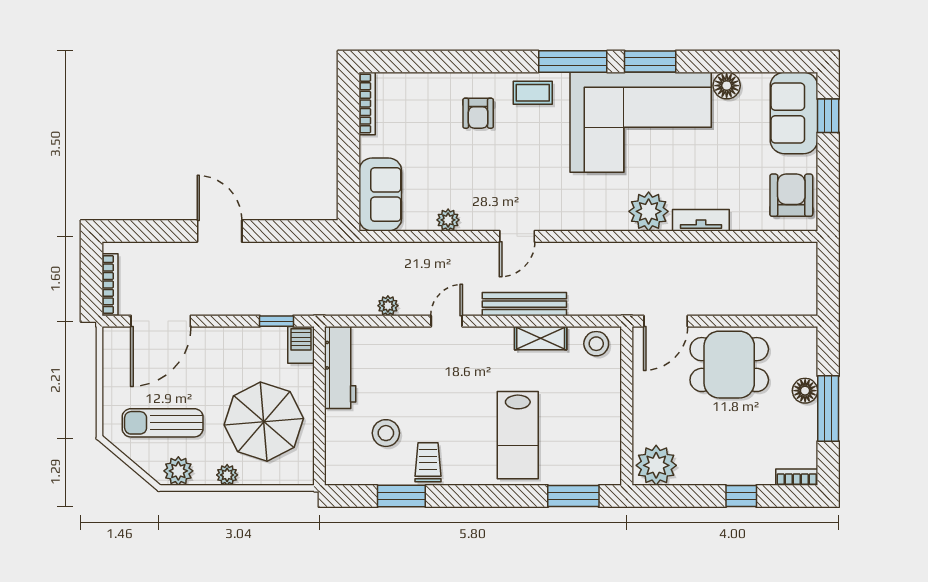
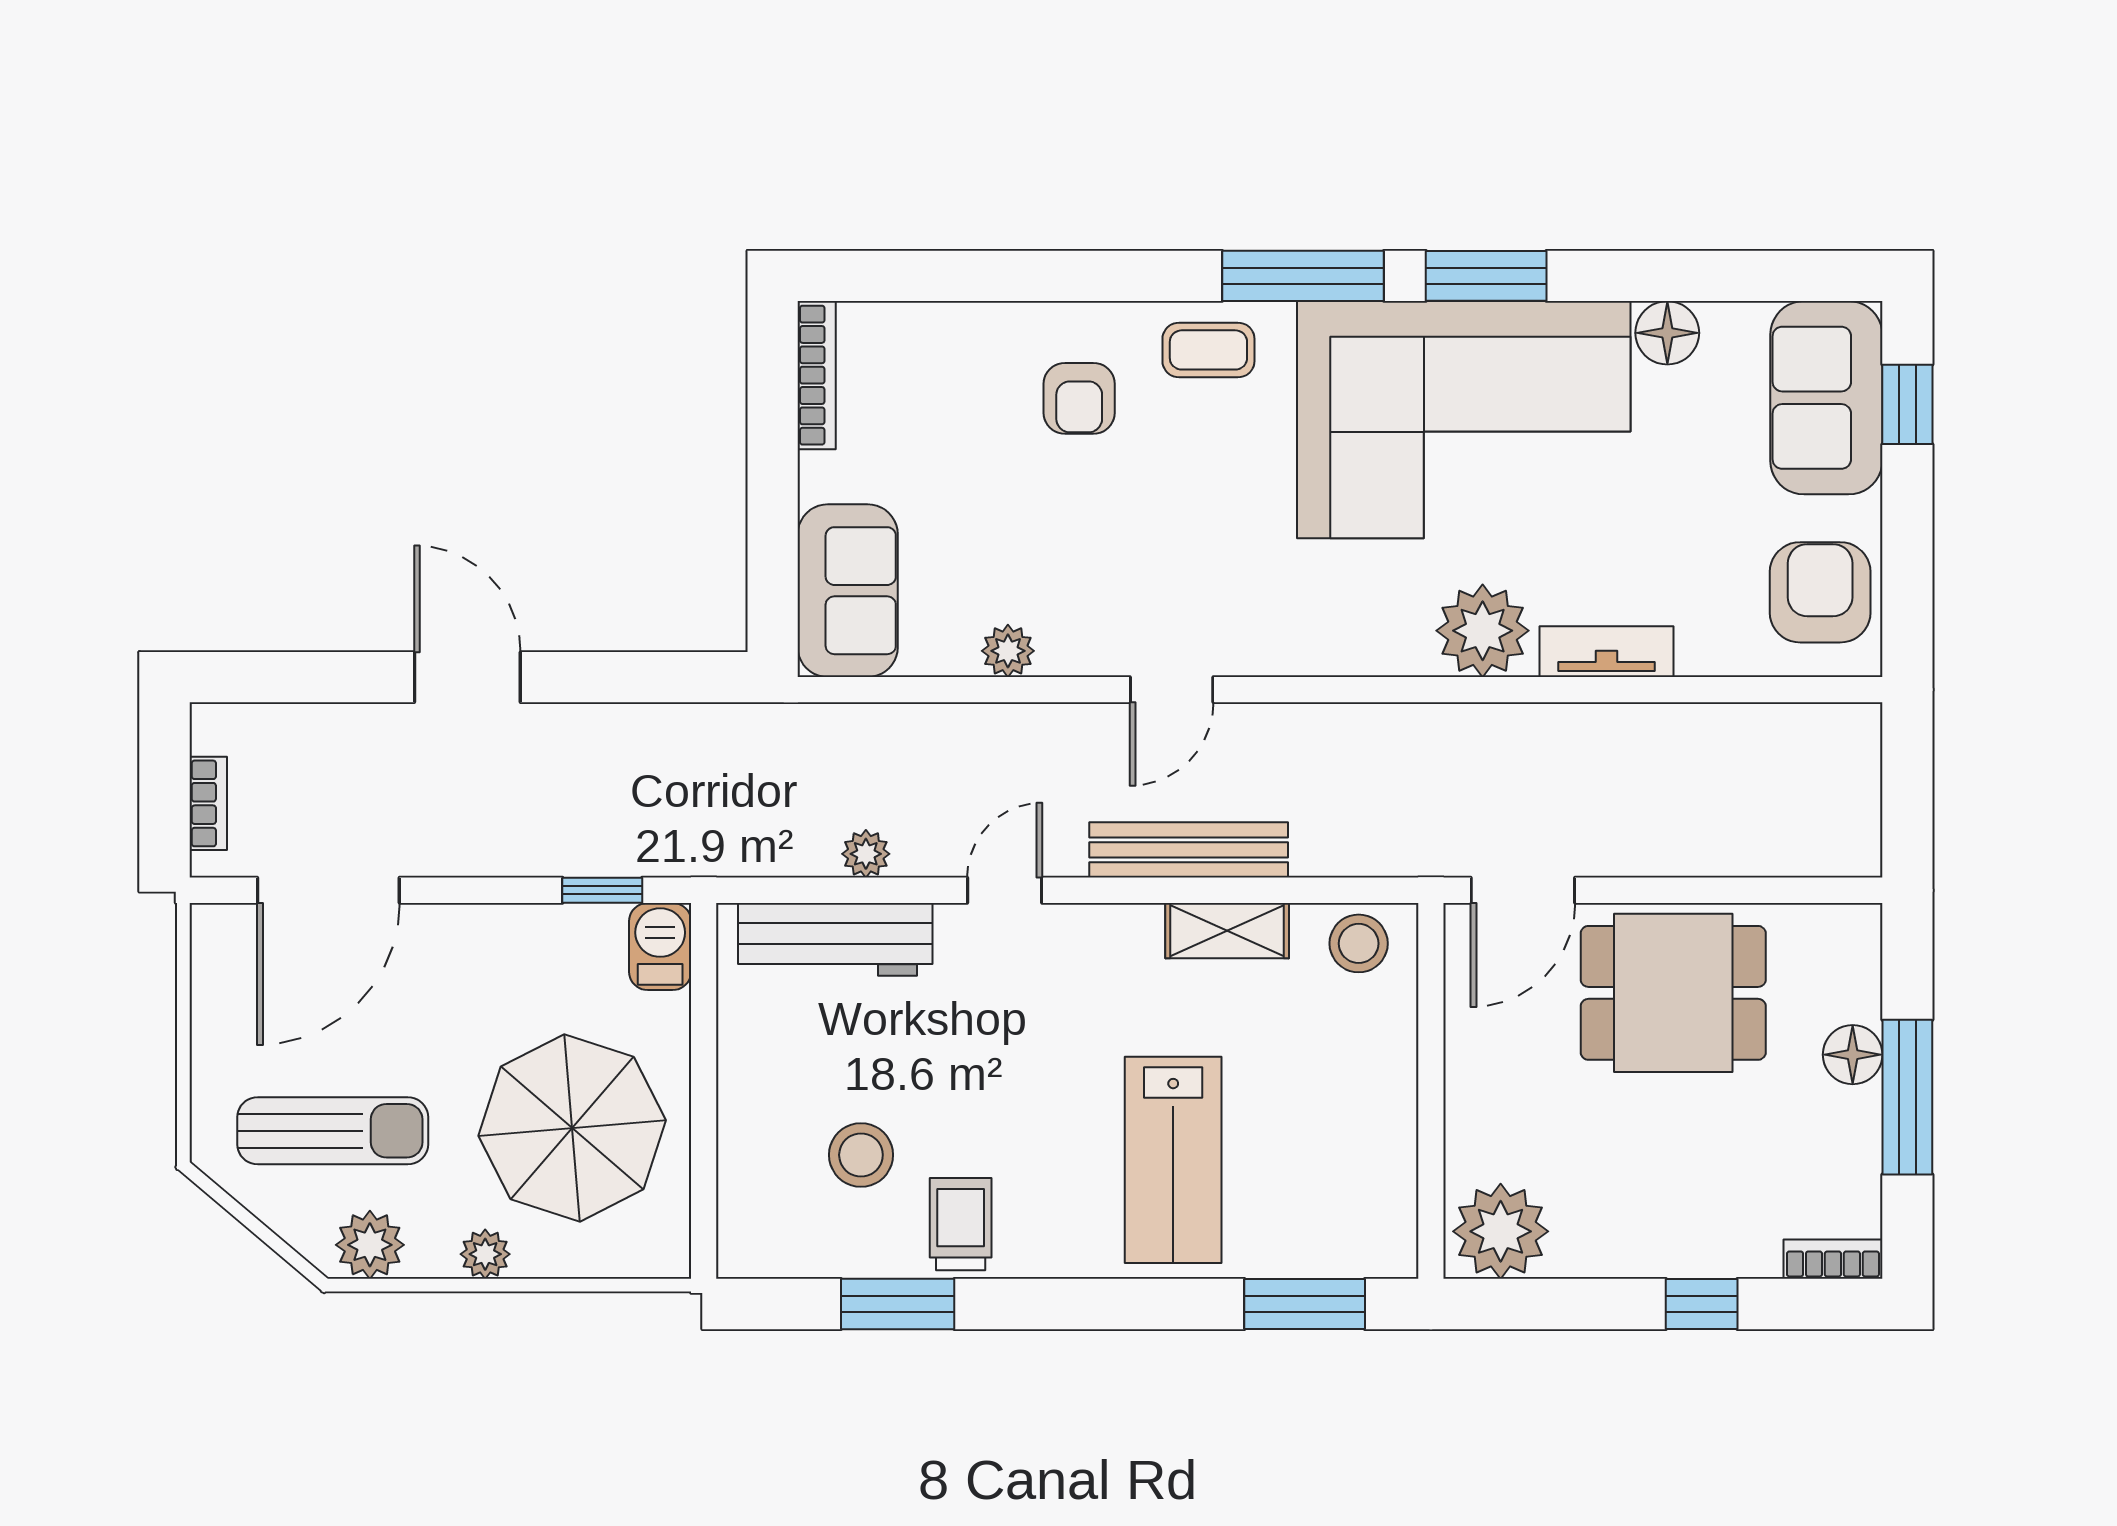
bookcase: (110, 284) -> (208, 803), width x0.64
workbench: (340, 368) -> (835, 939), moved, turned 90
sun lounger: (163, 423) -> (333, 1131), turned 180

